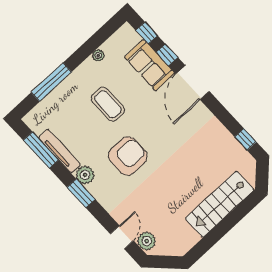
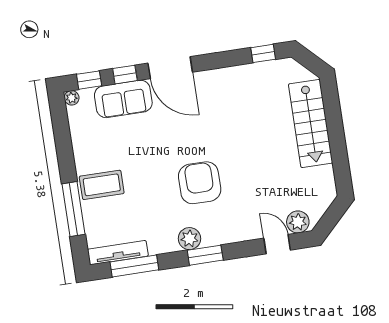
plant: (98, 55) -> (72, 98), moved
coffee table: (108, 104) -> (102, 185), moved
tv unit: (59, 151) -> (118, 253), moved

